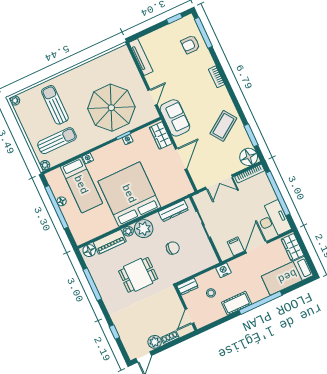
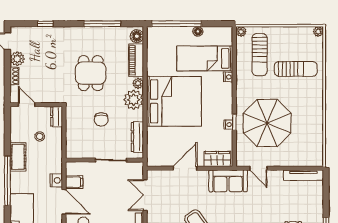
door: (181, 159) -> (185, 168), swing flipped
window: (56, 207) -> (176, 24), moved
nightstand: (224, 270) -> (56, 180), moved

